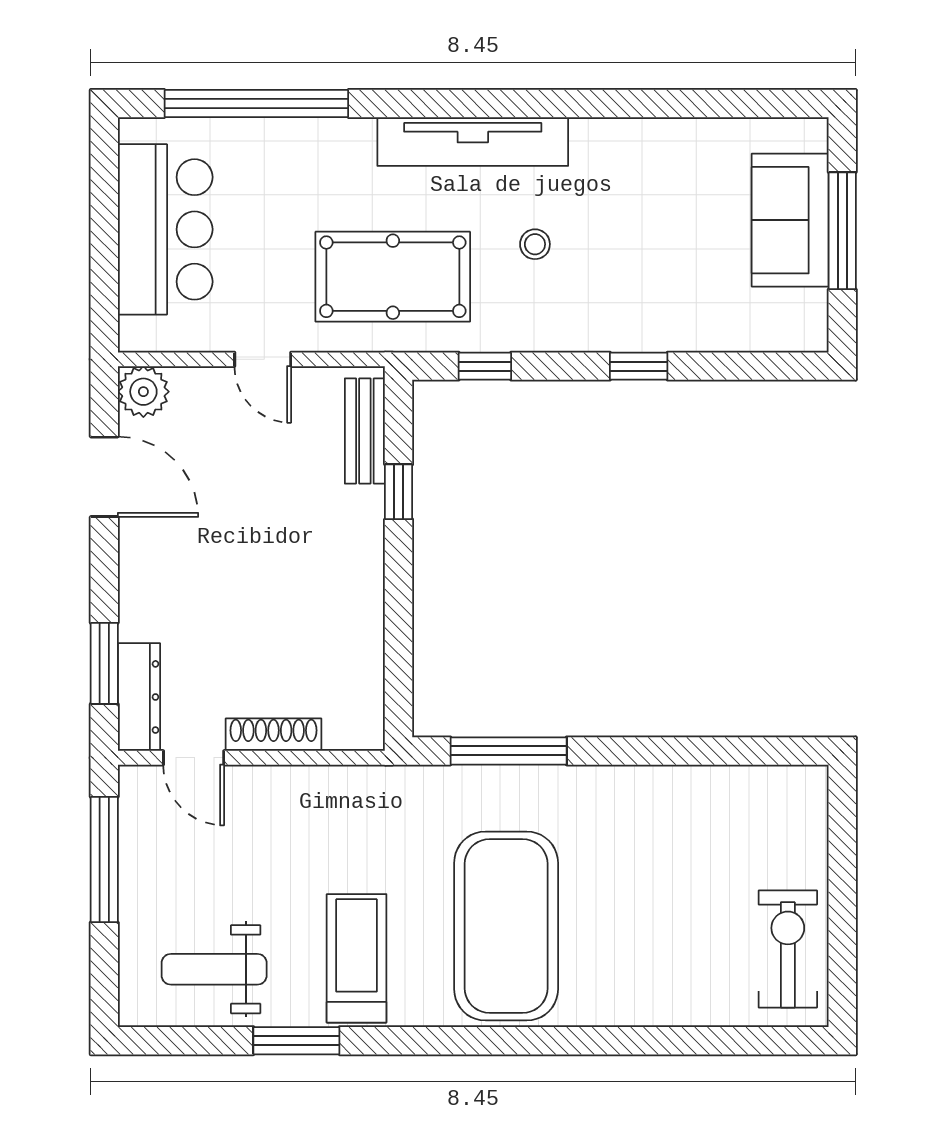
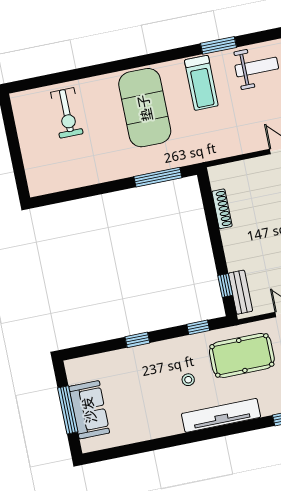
window: (399, 492) -> (225, 285), moved
shoe rack: (274, 735) -> (222, 209), moved, turned -90
exercise bike: (788, 949) -> (67, 113), moved

